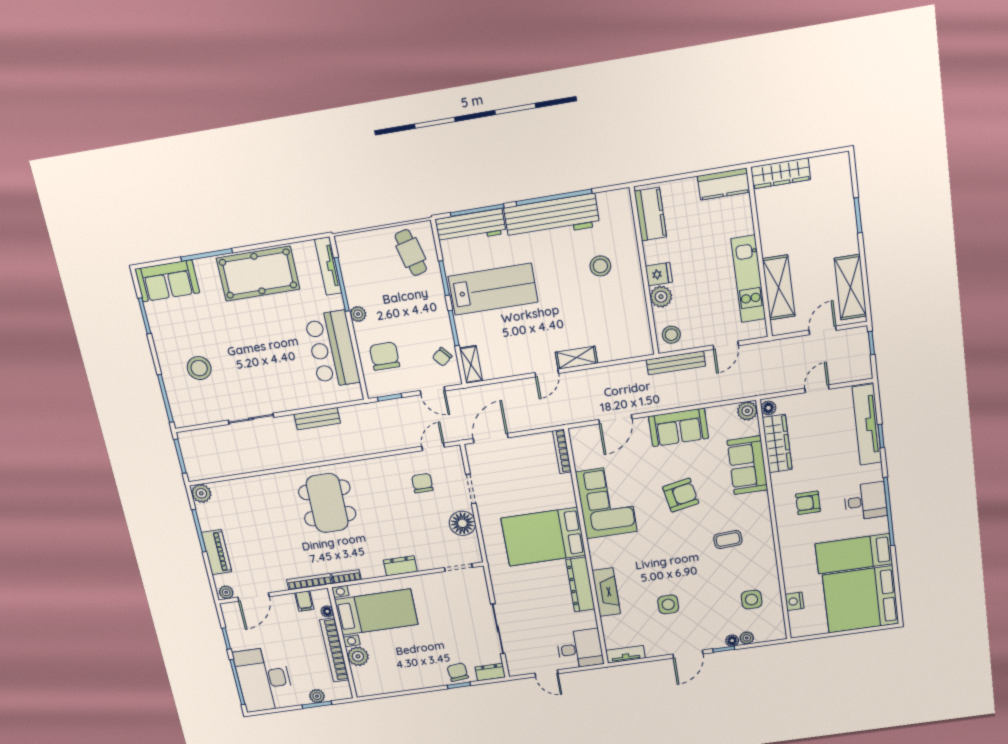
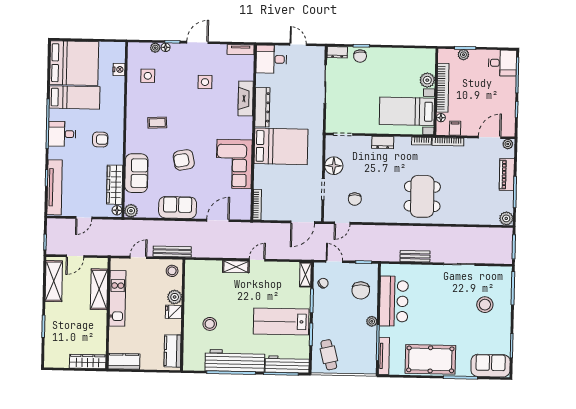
desk: (264, 679) -> (502, 63), width x0.53, depth x0.77

